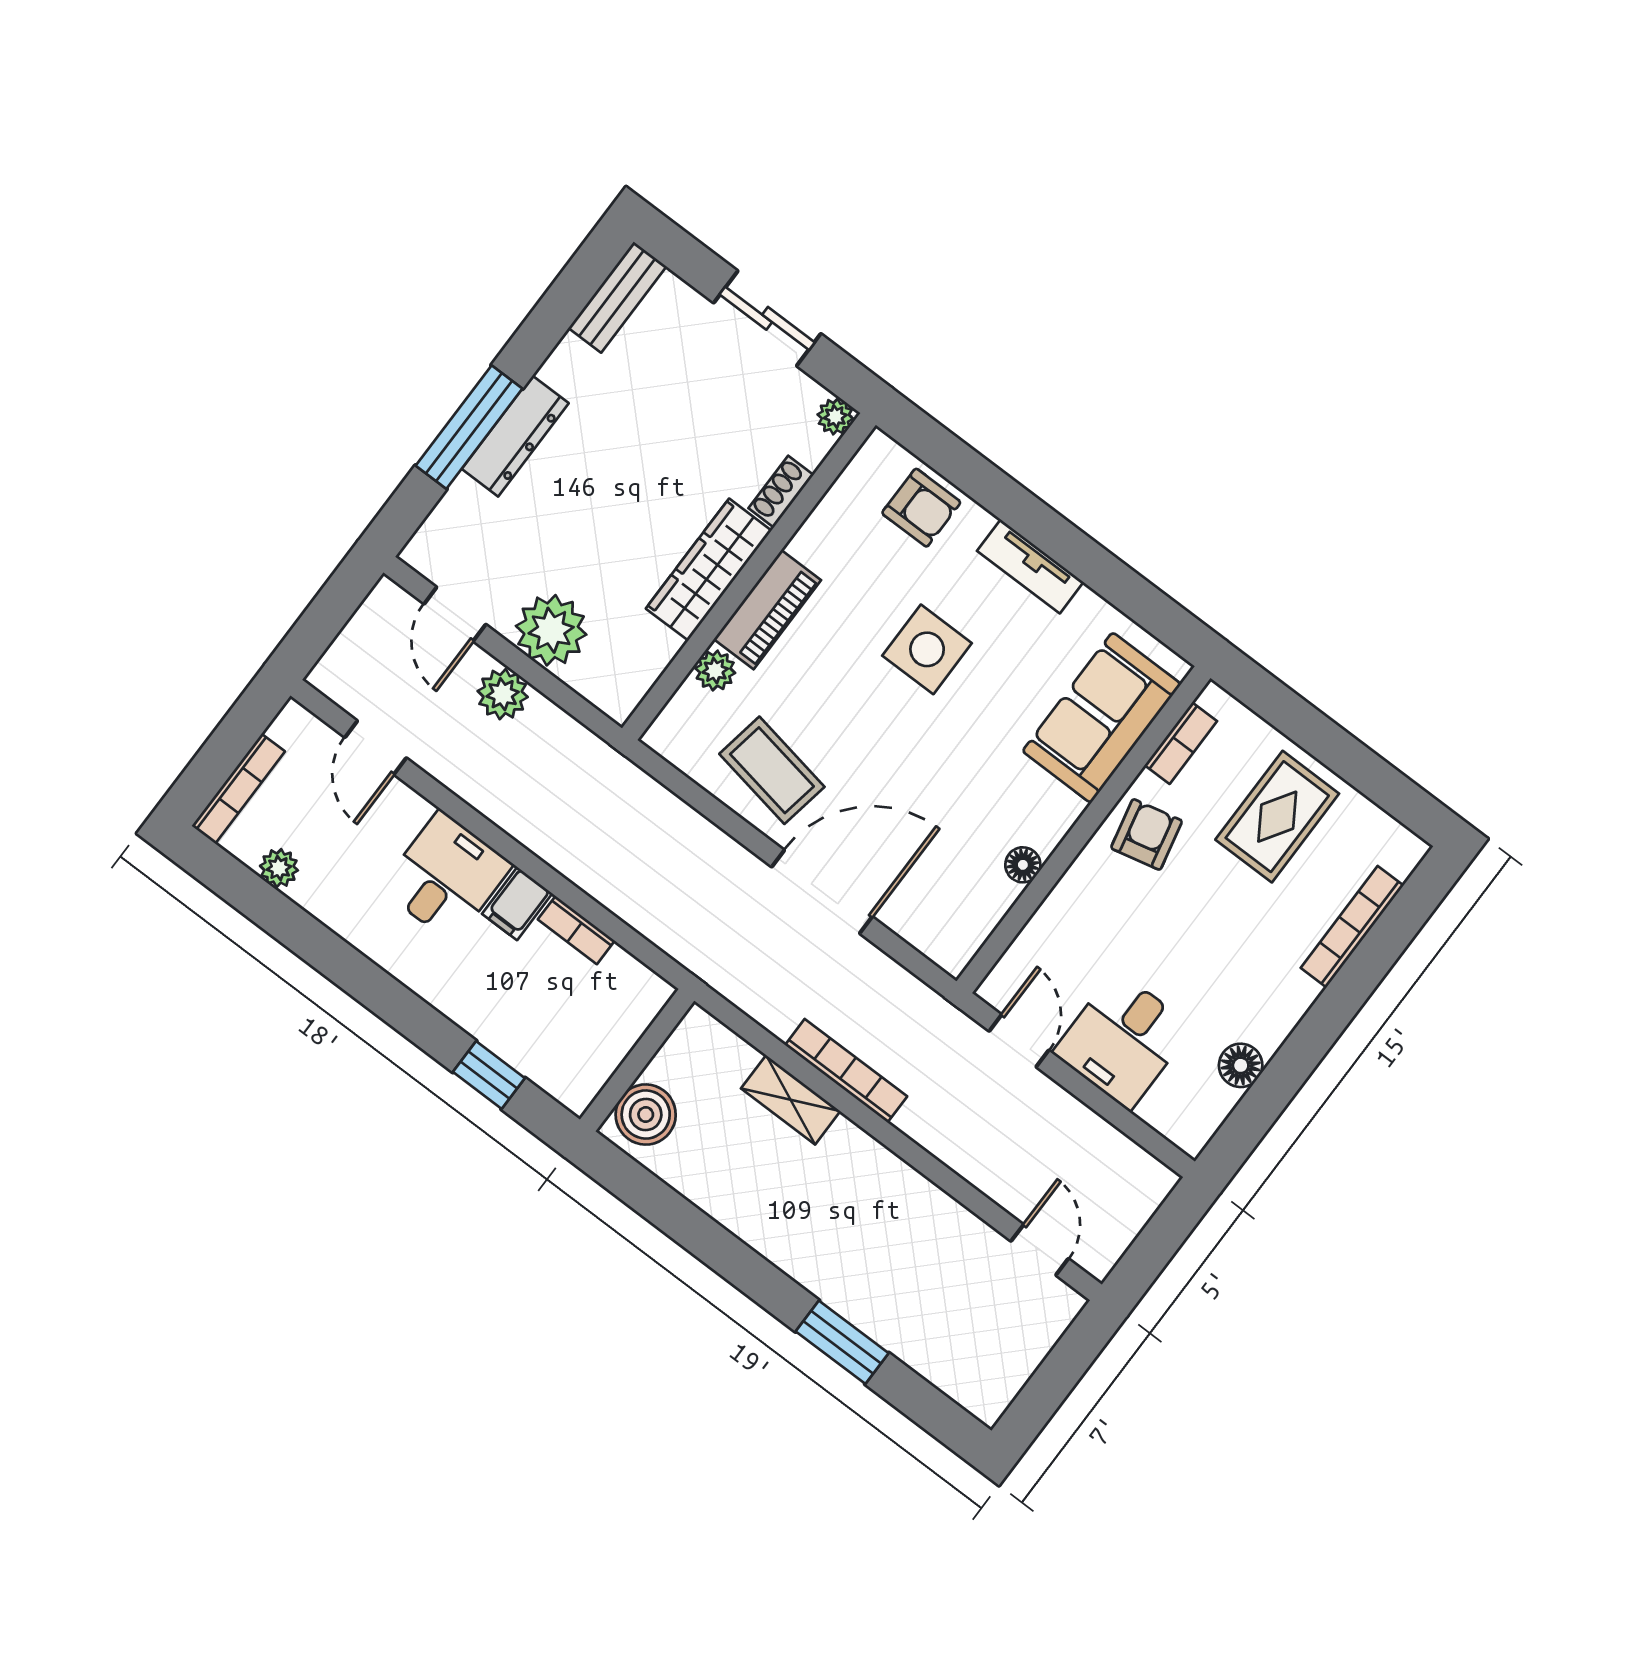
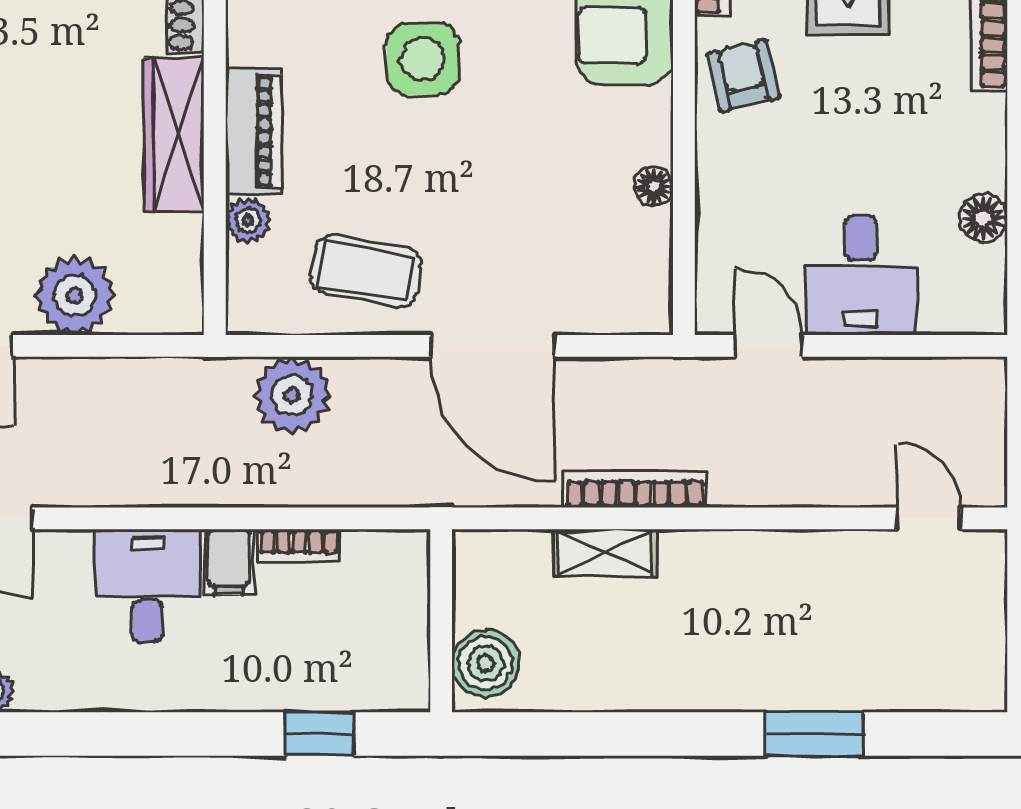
plant: (503, 694) -> (292, 395), moved, width x1.36, depth x1.36
door: (822, 892) -> (493, 346), swing flipped

